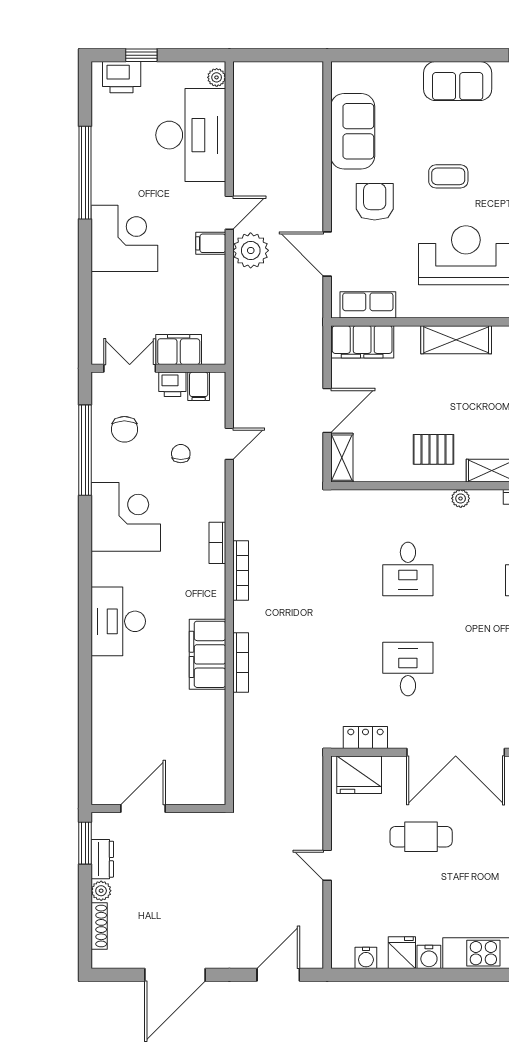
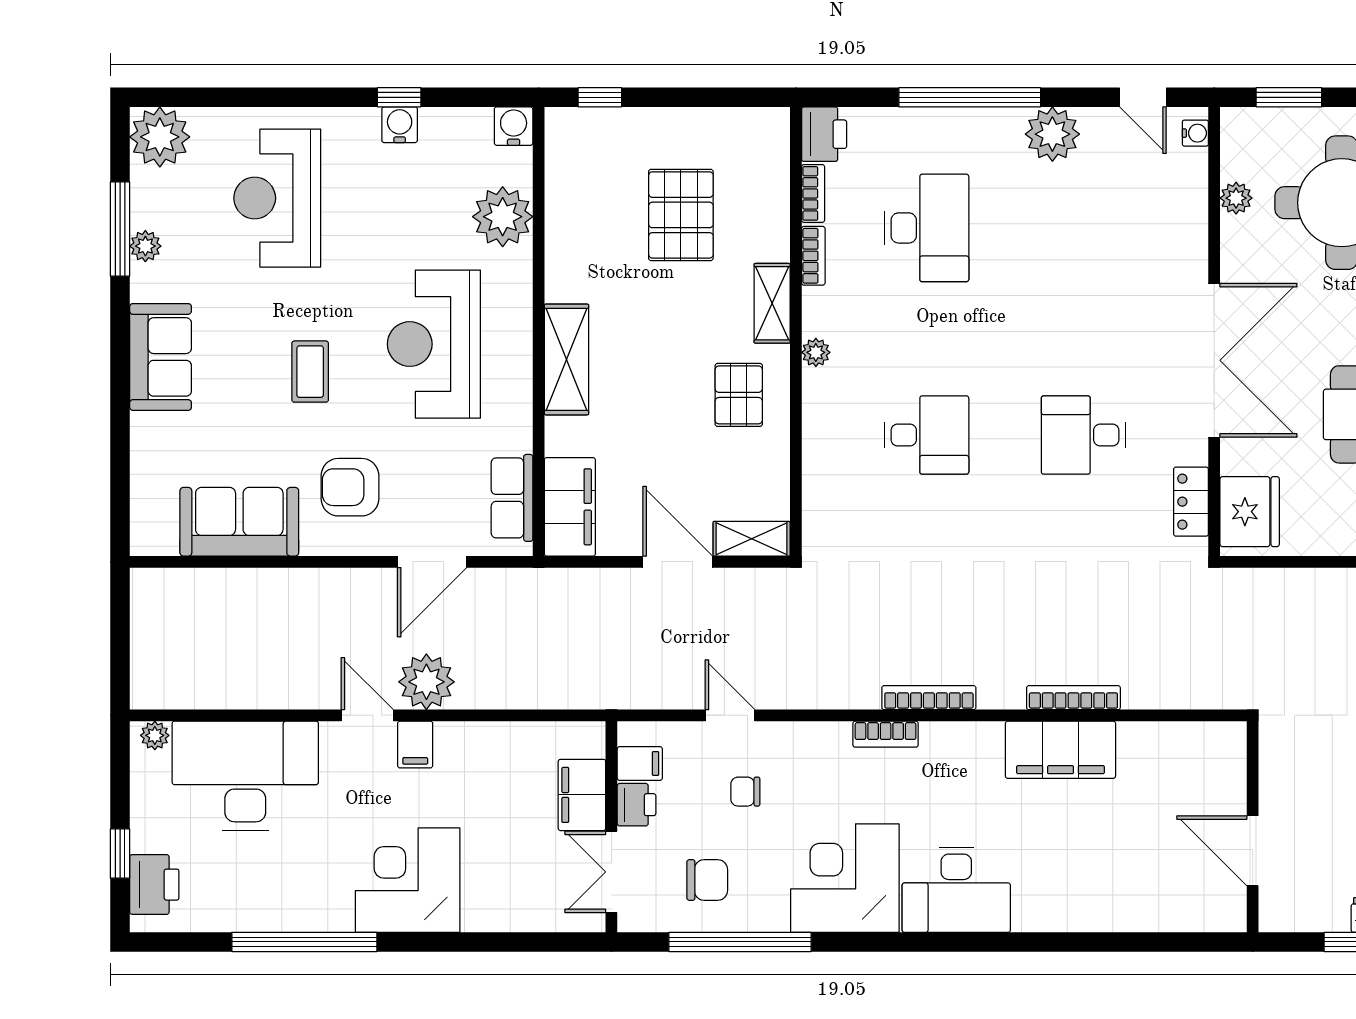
desk: (118, 621) -> (956, 890), moved
door: (143, 809) -> (1253, 851), moved
wall: (158, 809) -> (1253, 827), moved

